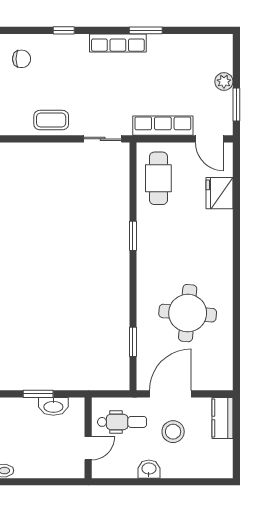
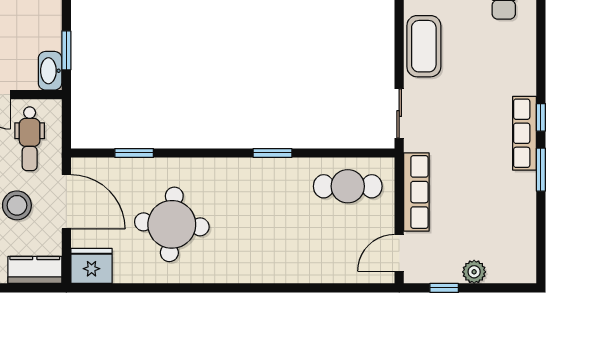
window: (64, 30) -> (541, 117), moved
window: (236, 104) -> (444, 288), width x0.67
coffee table: (51, 120) -> (424, 46), width x1.36, depth x1.32
fridge: (219, 193) -> (92, 266), moved
window: (38, 394) -> (66, 50), moved
washbasin: (53, 406) -> (50, 71), moved

